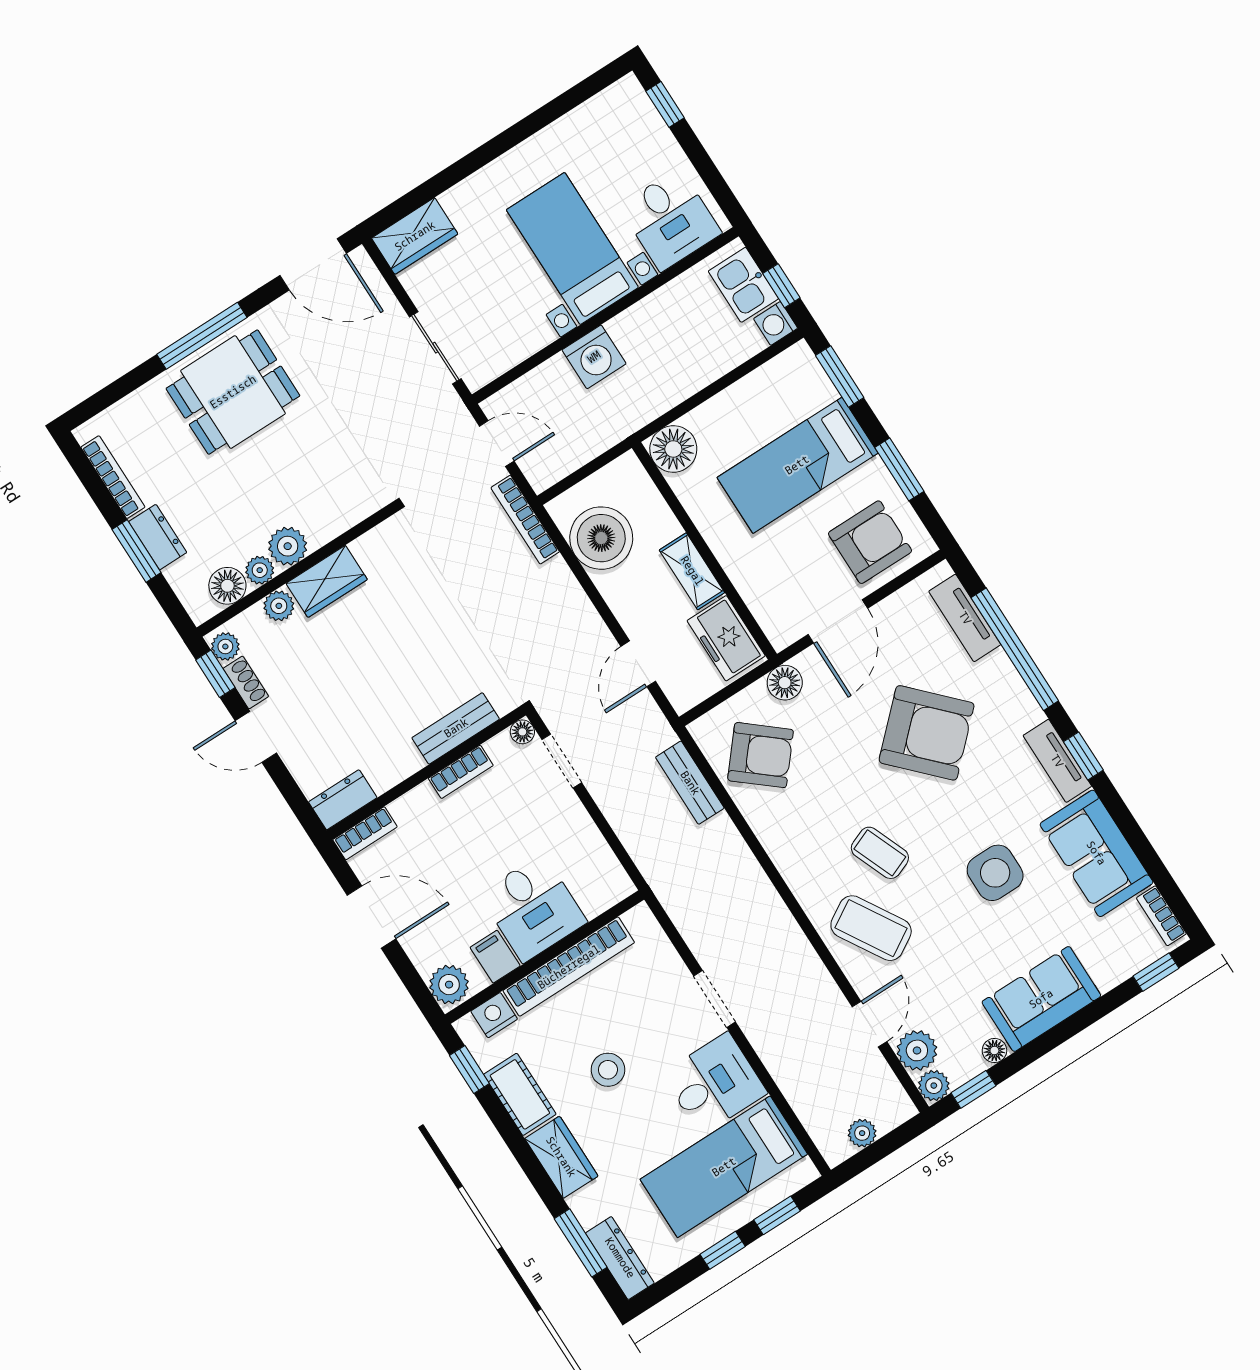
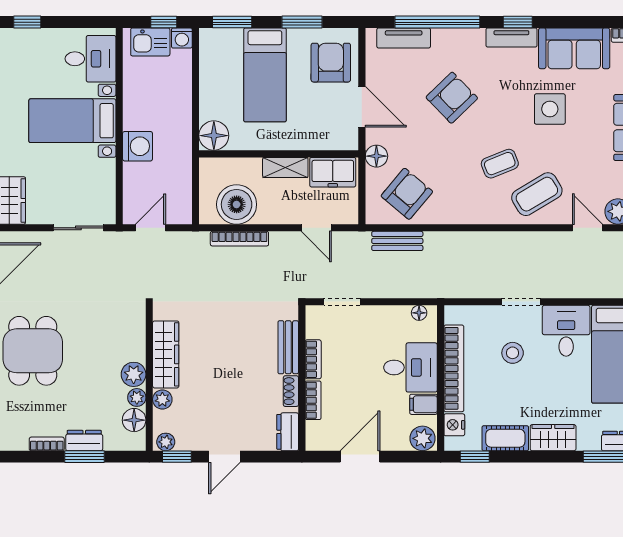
bookcase: (113, 477) -> (47, 444), width x0.64
bookcase: (525, 520) -> (239, 239), moved
wardrobe: (327, 581) -> (166, 354), width x1.50
shoe rack: (246, 682) -> (291, 391), moved, turned -90
floor lamp: (522, 732) -> (419, 313), moved
armchair: (927, 733) -> (452, 98), width x0.73, depth x0.73
bookcase: (365, 833) -> (313, 400), moved
stool: (608, 1070) -> (513, 353), moved

